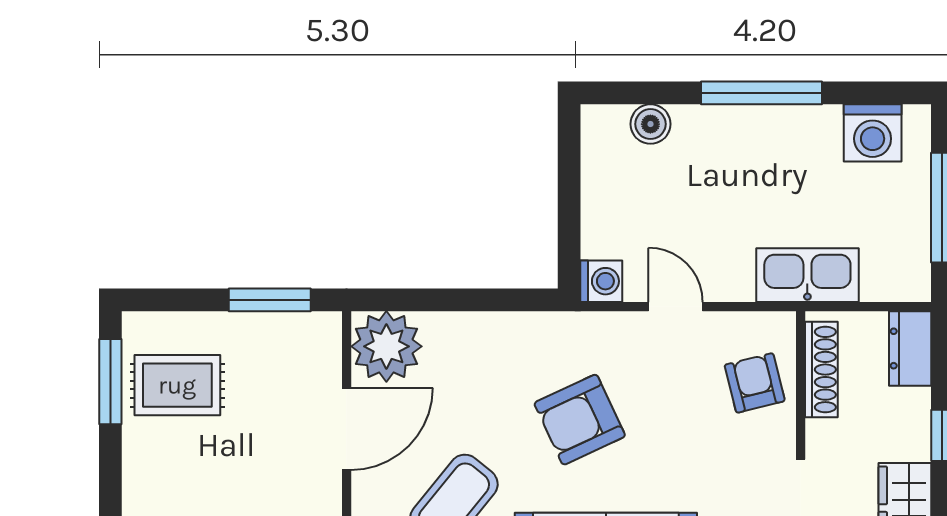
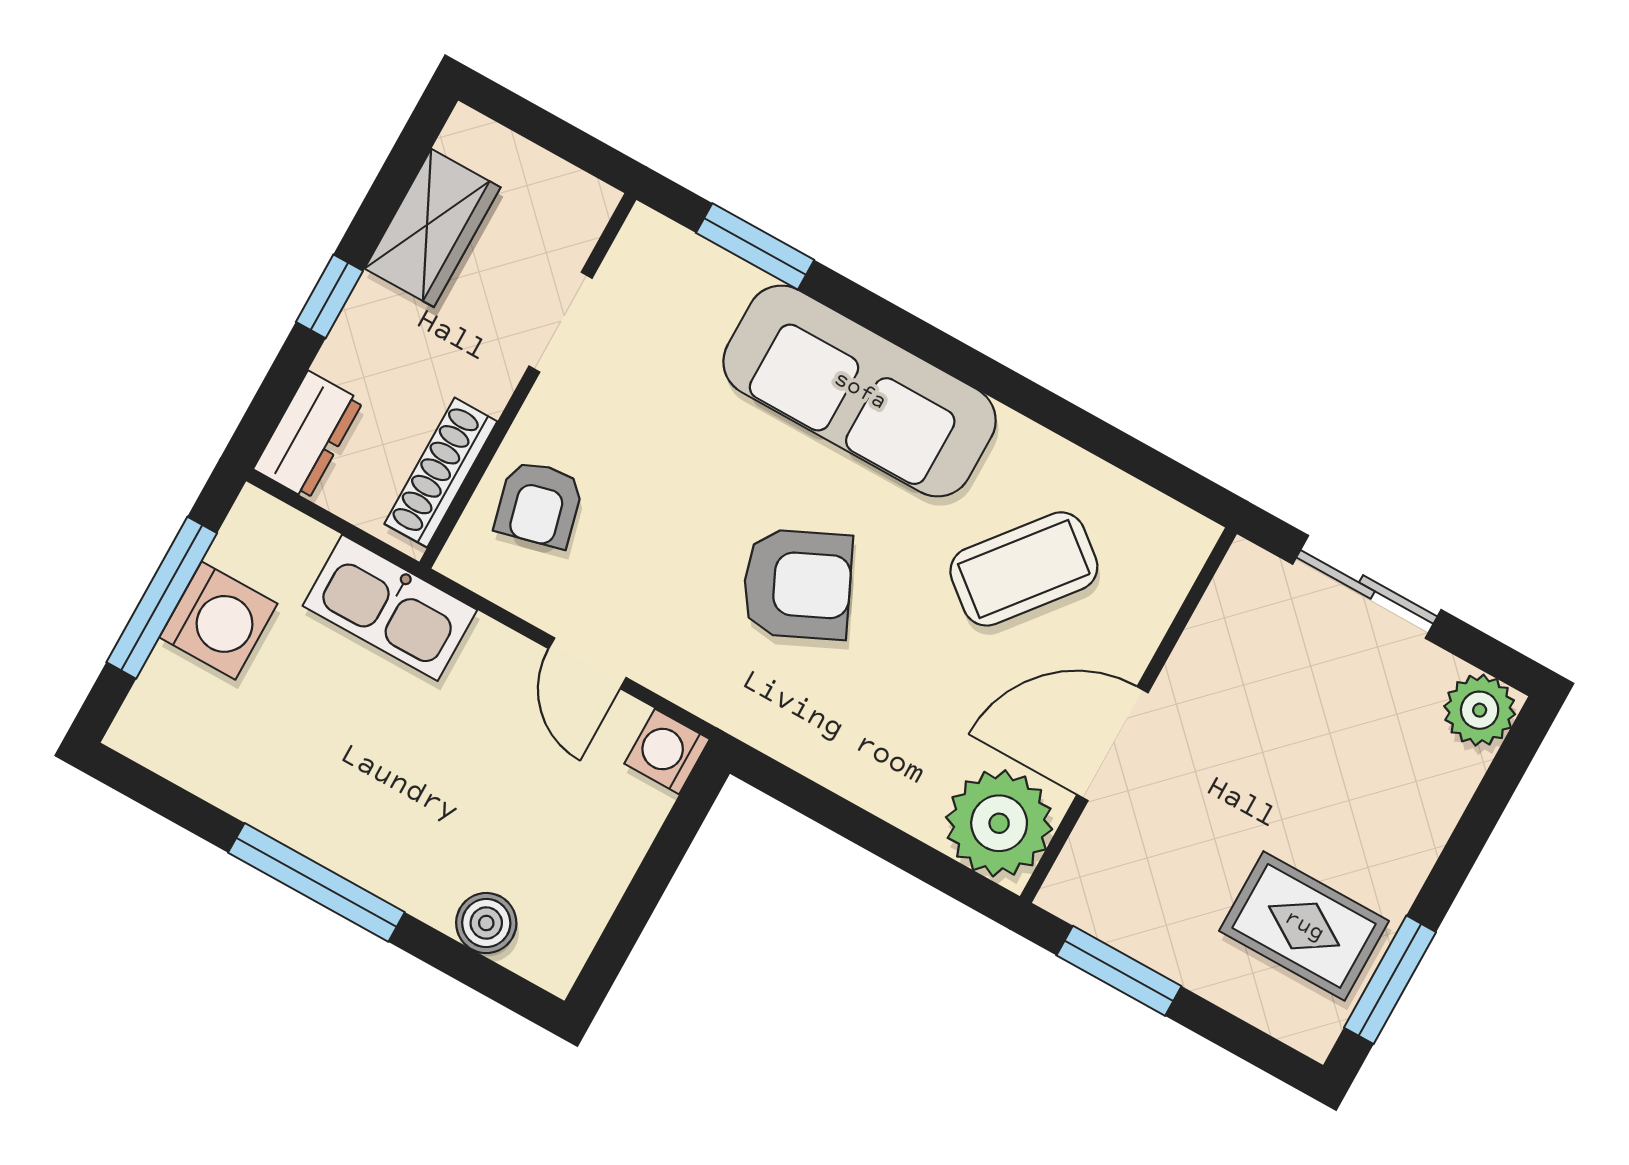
washing machine: (873, 133) -> (218, 621), moved, turned 90

